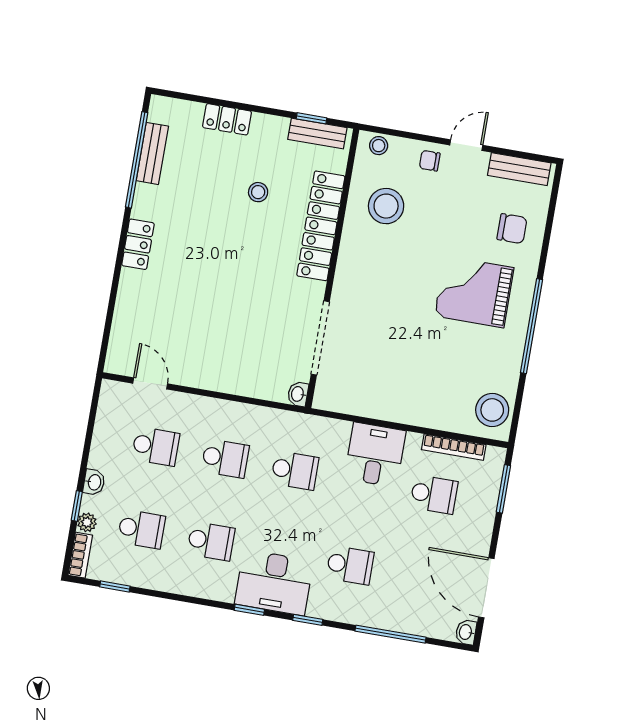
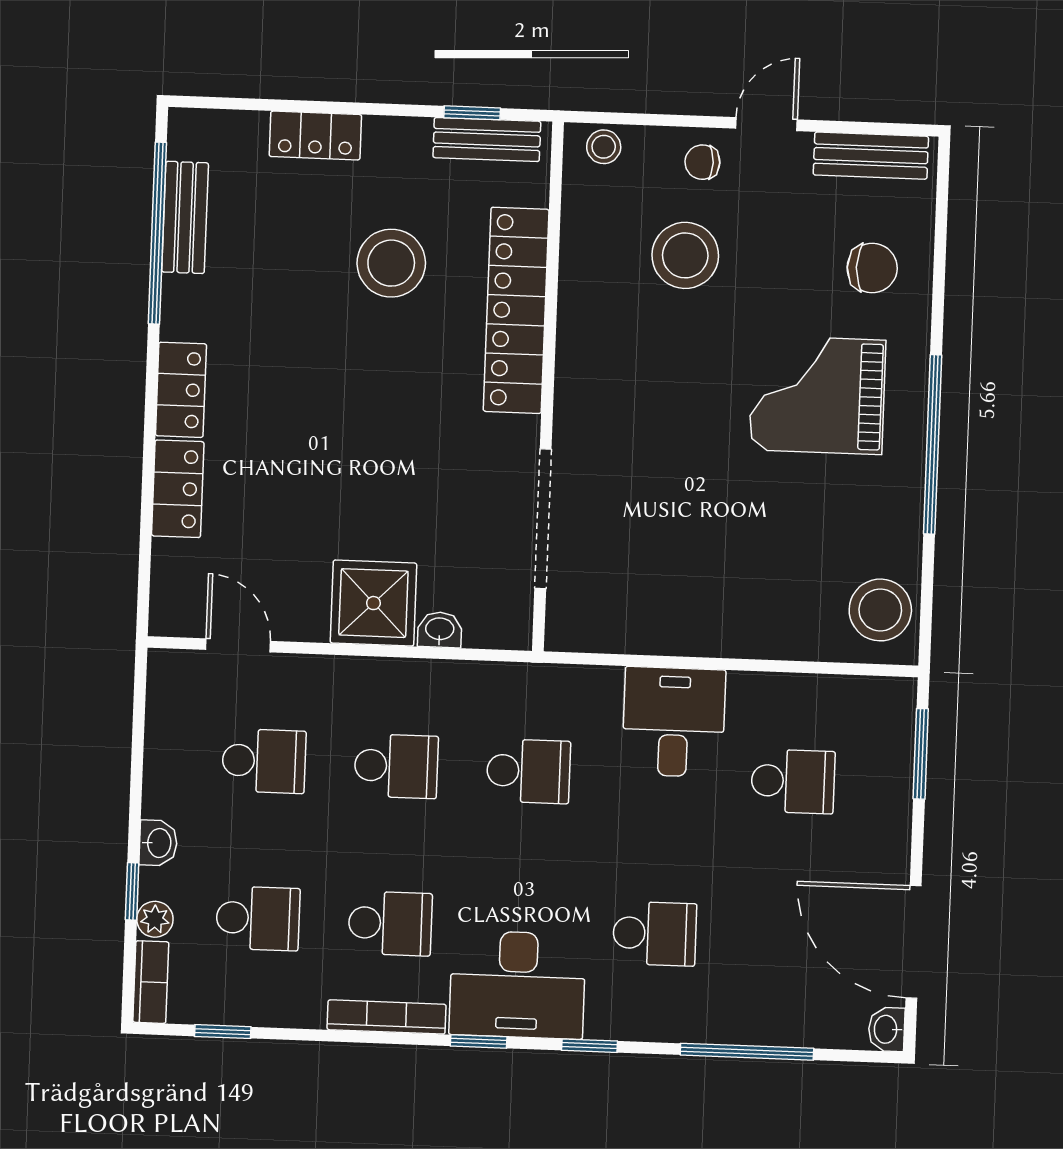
stool: (258, 192) -> (391, 263), width x1.89, depth x1.89
stool: (386, 206) -> (685, 255), moved
locker: (129, 296) -> (178, 489), added
shower: (225, 371) -> (373, 603), added
washbasin: (298, 394) -> (440, 630), moved, turned 90
bookcase: (454, 447) -> (387, 1017), moved, turned 180

